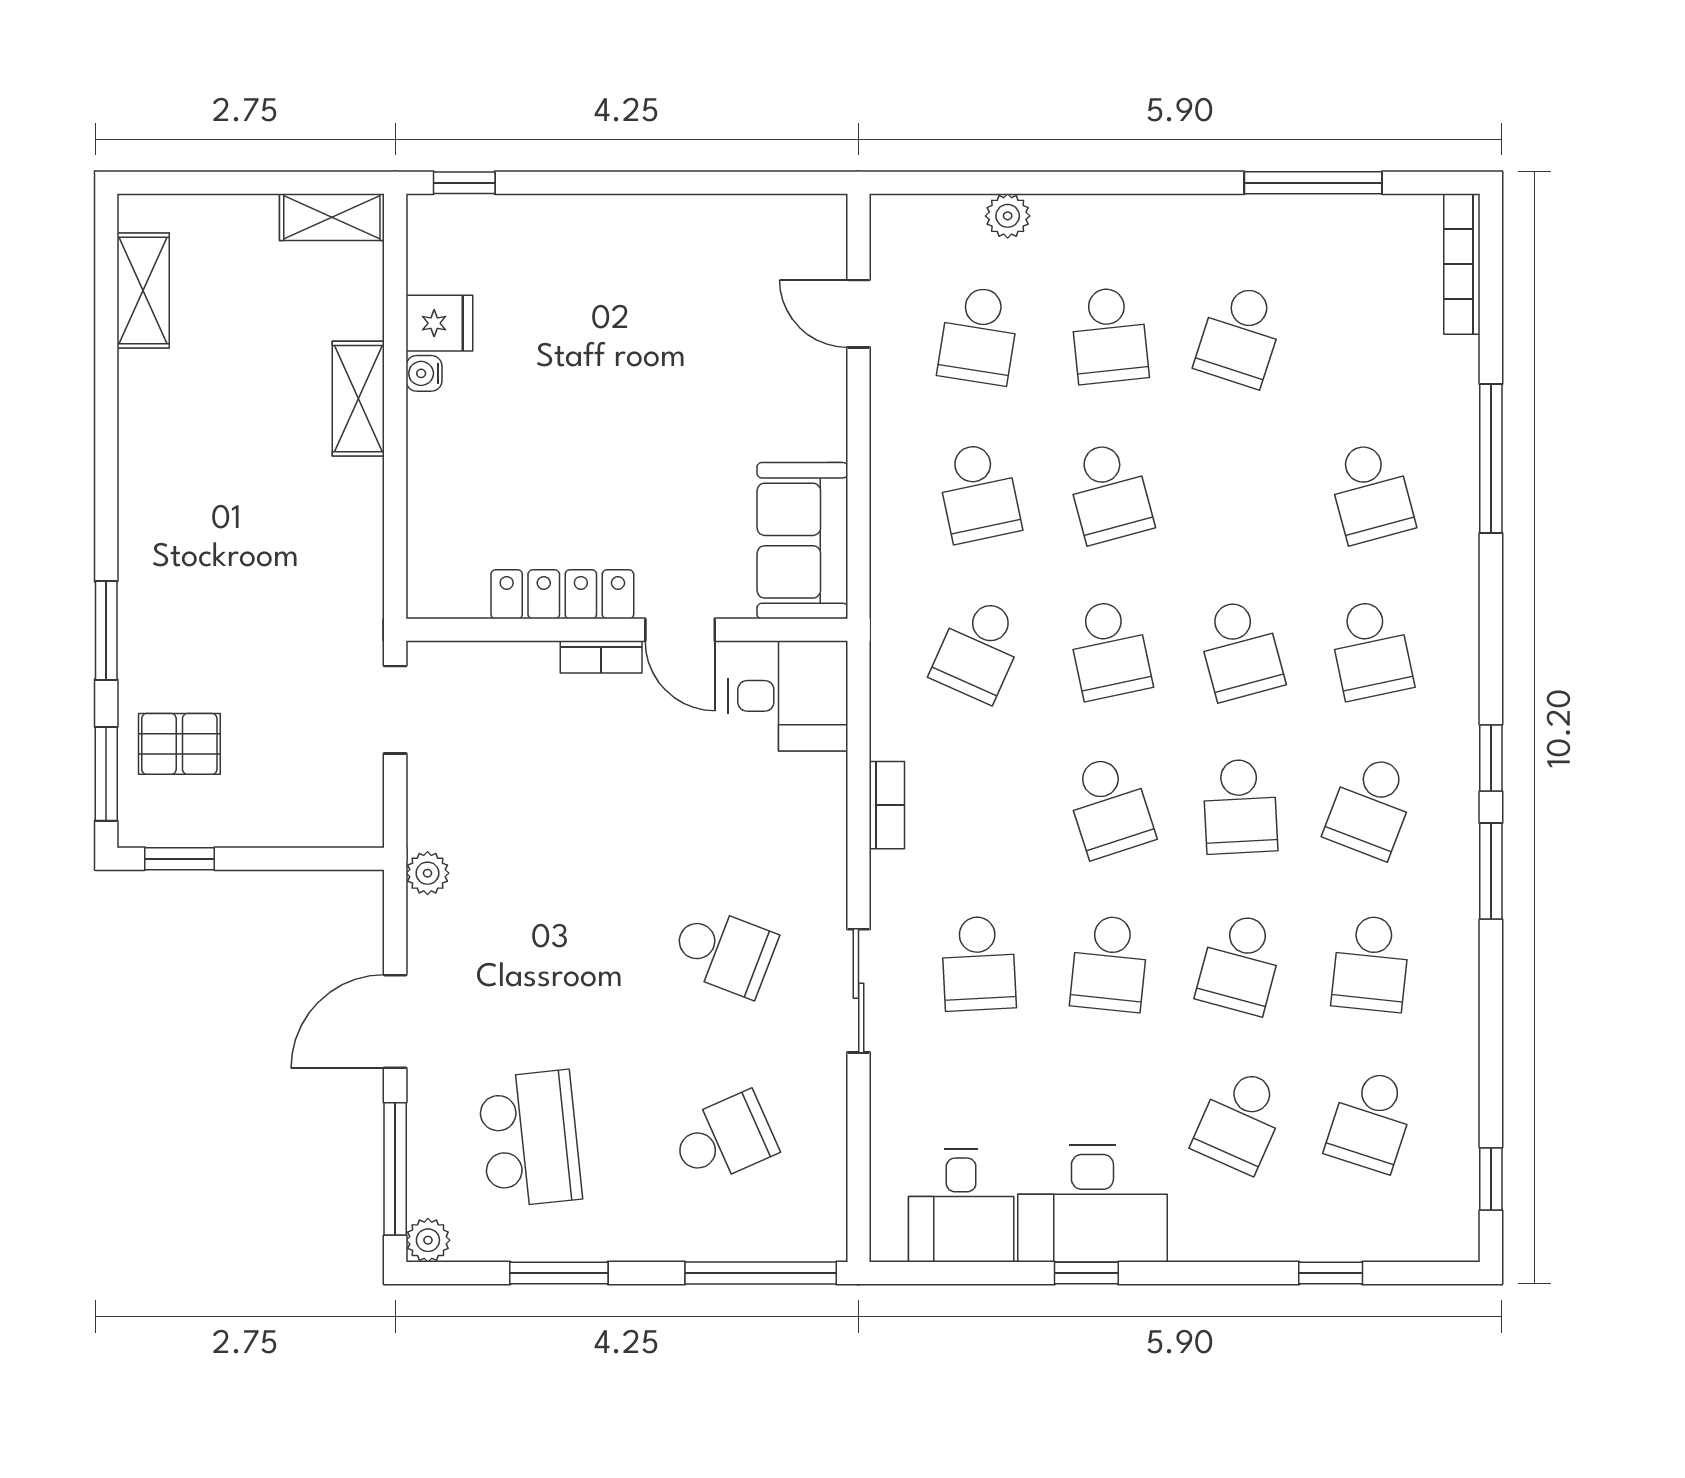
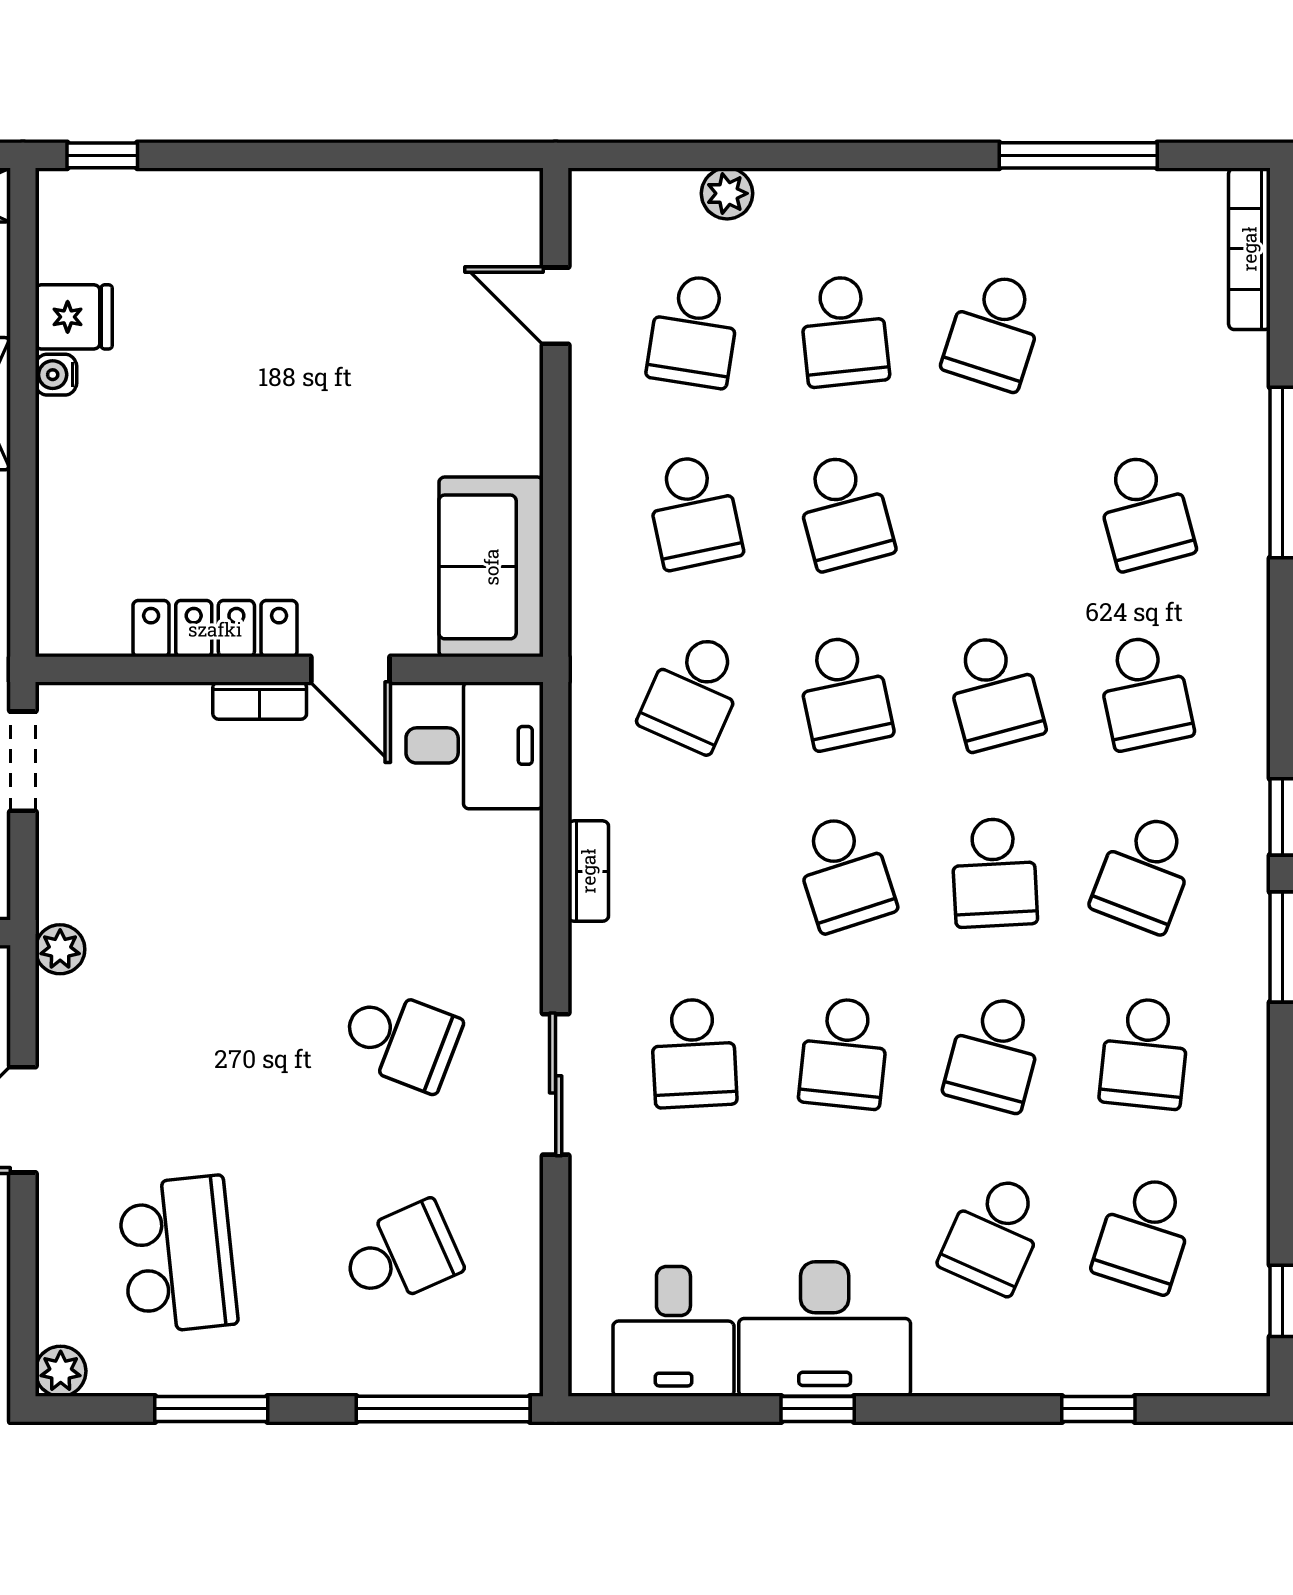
window: (395, 1169) -> (23, 1289), removed

